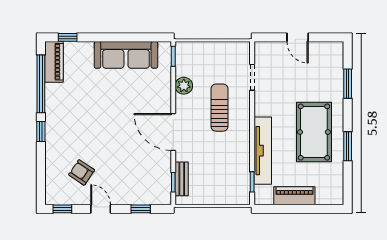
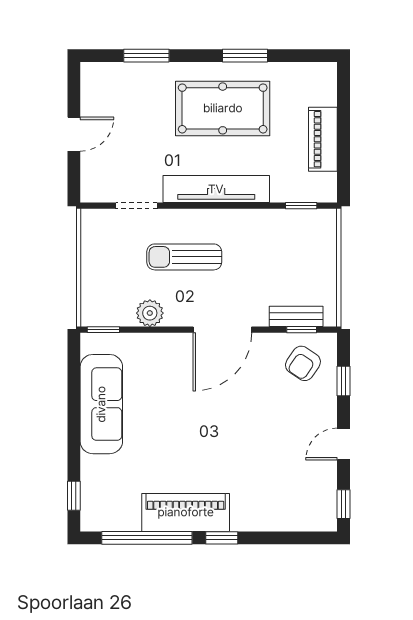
piano: (54, 62) -> (186, 512), moved, width x1.37, depth x1.33
tv unit: (263, 151) -> (216, 189), moved
armchair: (82, 172) -> (303, 363), moved

